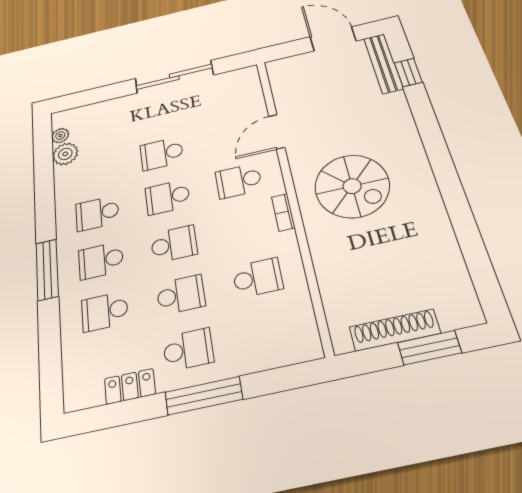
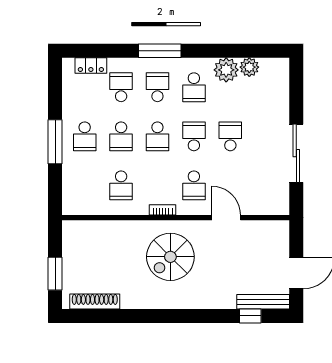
plant: (60, 136) -> (226, 70), moved, width x1.87, depth x1.87
school desk: (239, 181) -> (194, 185), turned 180
school desk: (97, 213) -> (194, 87), turned 180
shoe rack: (395, 330) -> (95, 301), moved, turned -90
locker: (130, 386) -> (91, 66), moved, turned 90

